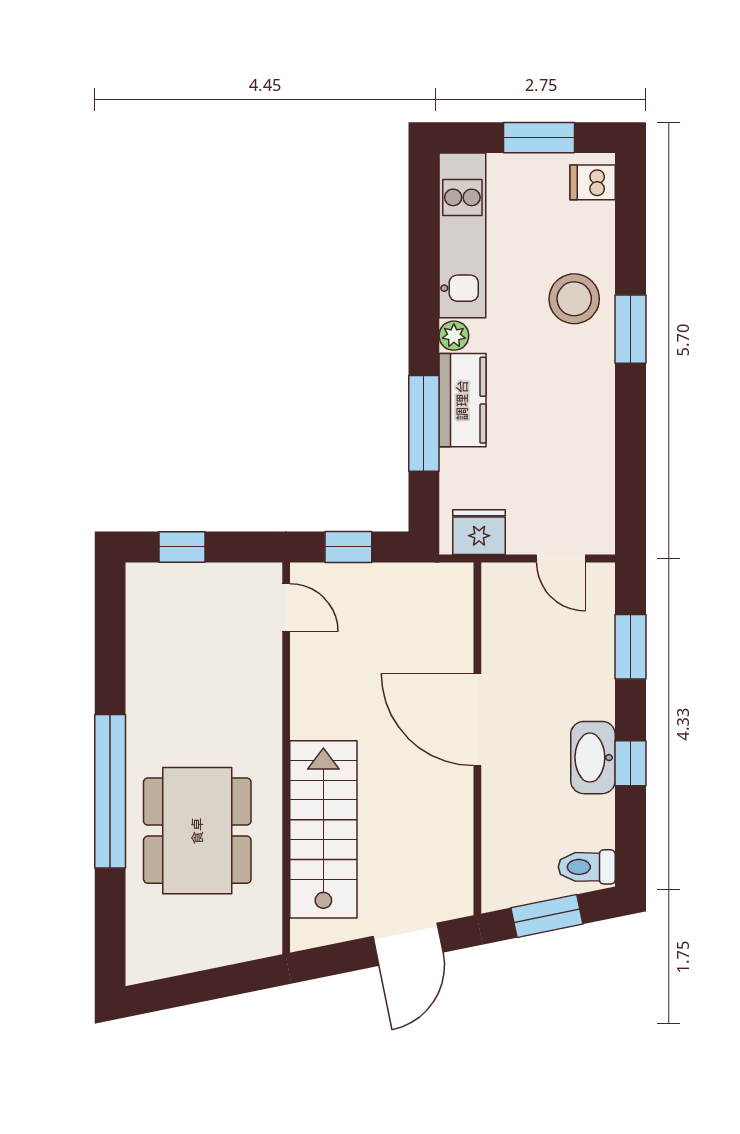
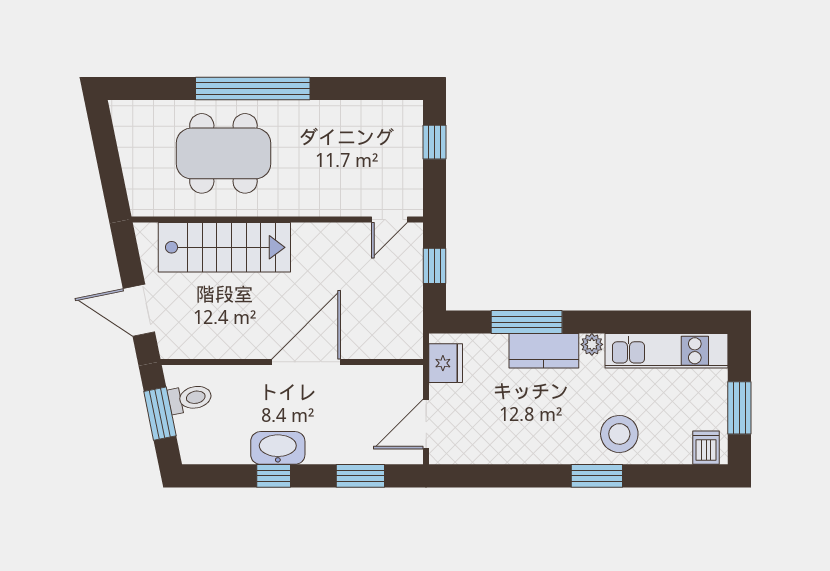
door: (561, 558) -> (426, 424), width x1.38
toilet: (587, 867) -> (190, 398), moved, turned 78

